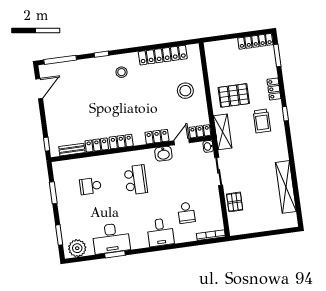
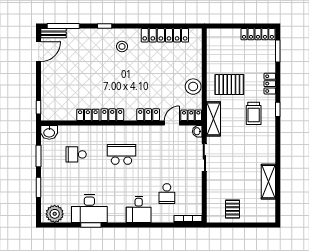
stool: (185, 91) -> (193, 87), moved
bench: (72, 150) -> (54, 33), moved
washbasin: (163, 154) -> (49, 132), moved
school desk: (136, 180) -> (121, 154), turned -90
shelving: (286, 187) -> (268, 182), width x0.68
pallet: (235, 202) -> (233, 209), moved
window: (59, 235) -> (39, 187), moved

